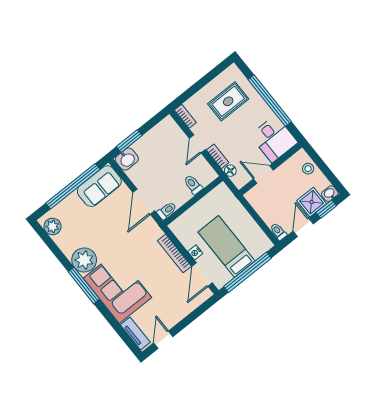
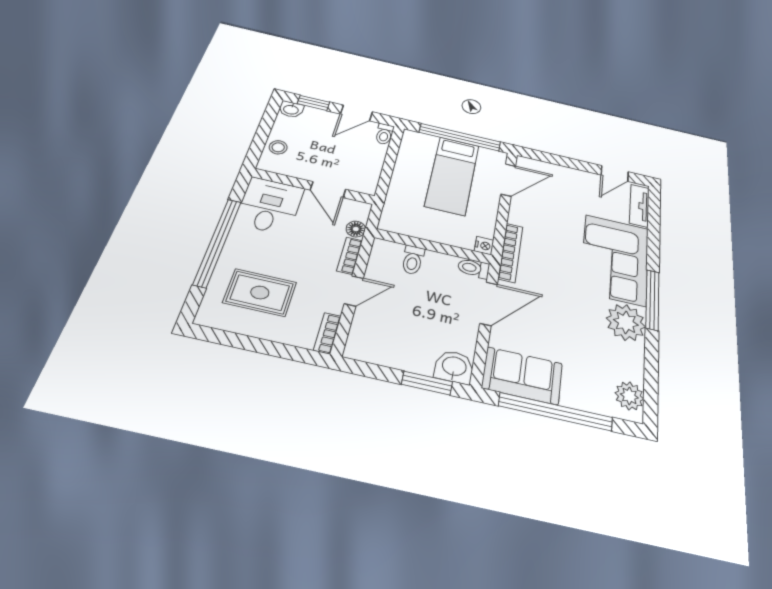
shower: (312, 202) -> (318, 121), removed
nightstand: (195, 252) -> (484, 246), moved
bookcase: (174, 253) -> (511, 252), moved

